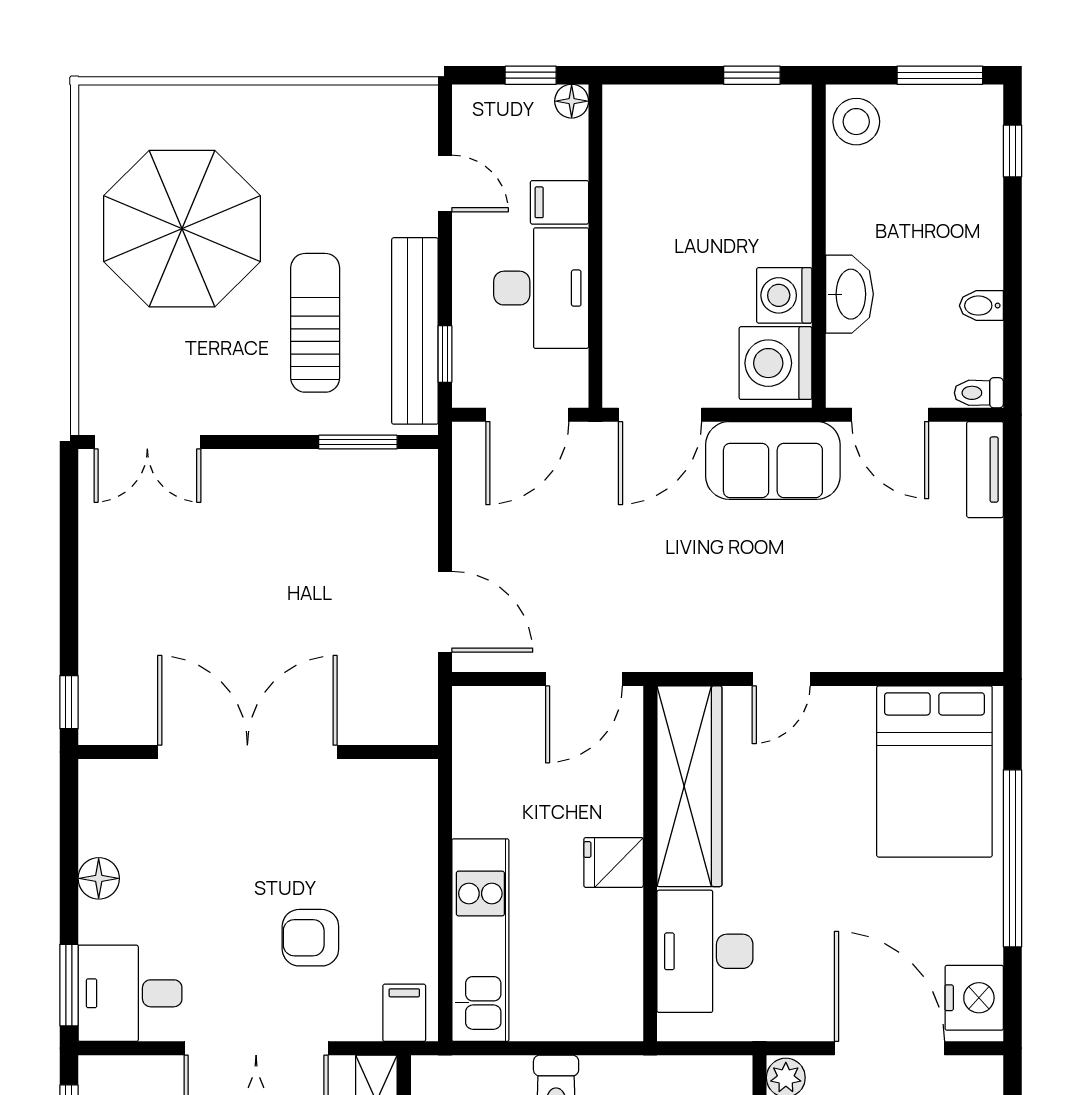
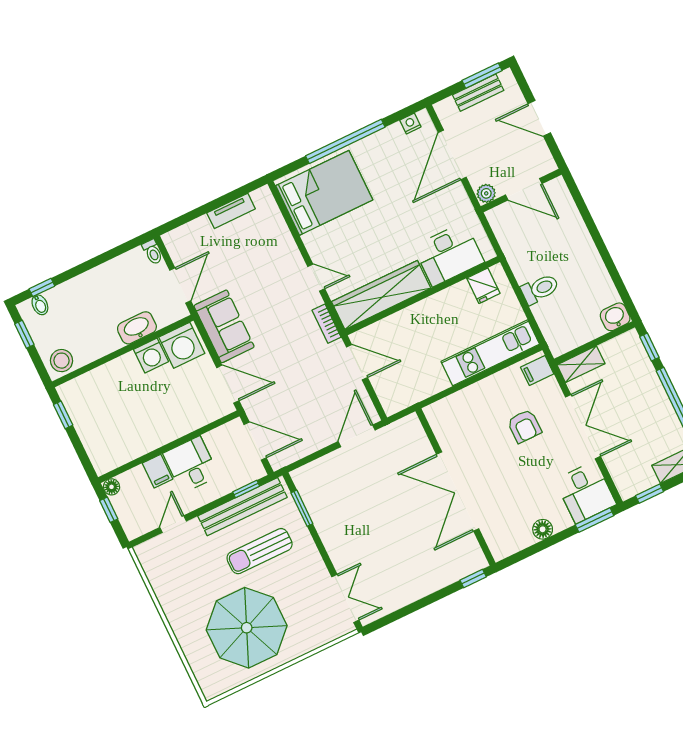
window: (940, 75) -> (24, 334), width x0.67
desk: (541, 288) -> (191, 465), width x0.73
bidet: (981, 306) -> (40, 305), moved
tv unit: (985, 470) -> (231, 211), moved
bookcase: (685, 657) -> (327, 324), added
fridge: (614, 862) -> (483, 286), moved
nightstand: (974, 998) -> (410, 124), width x0.53, depth x0.56

